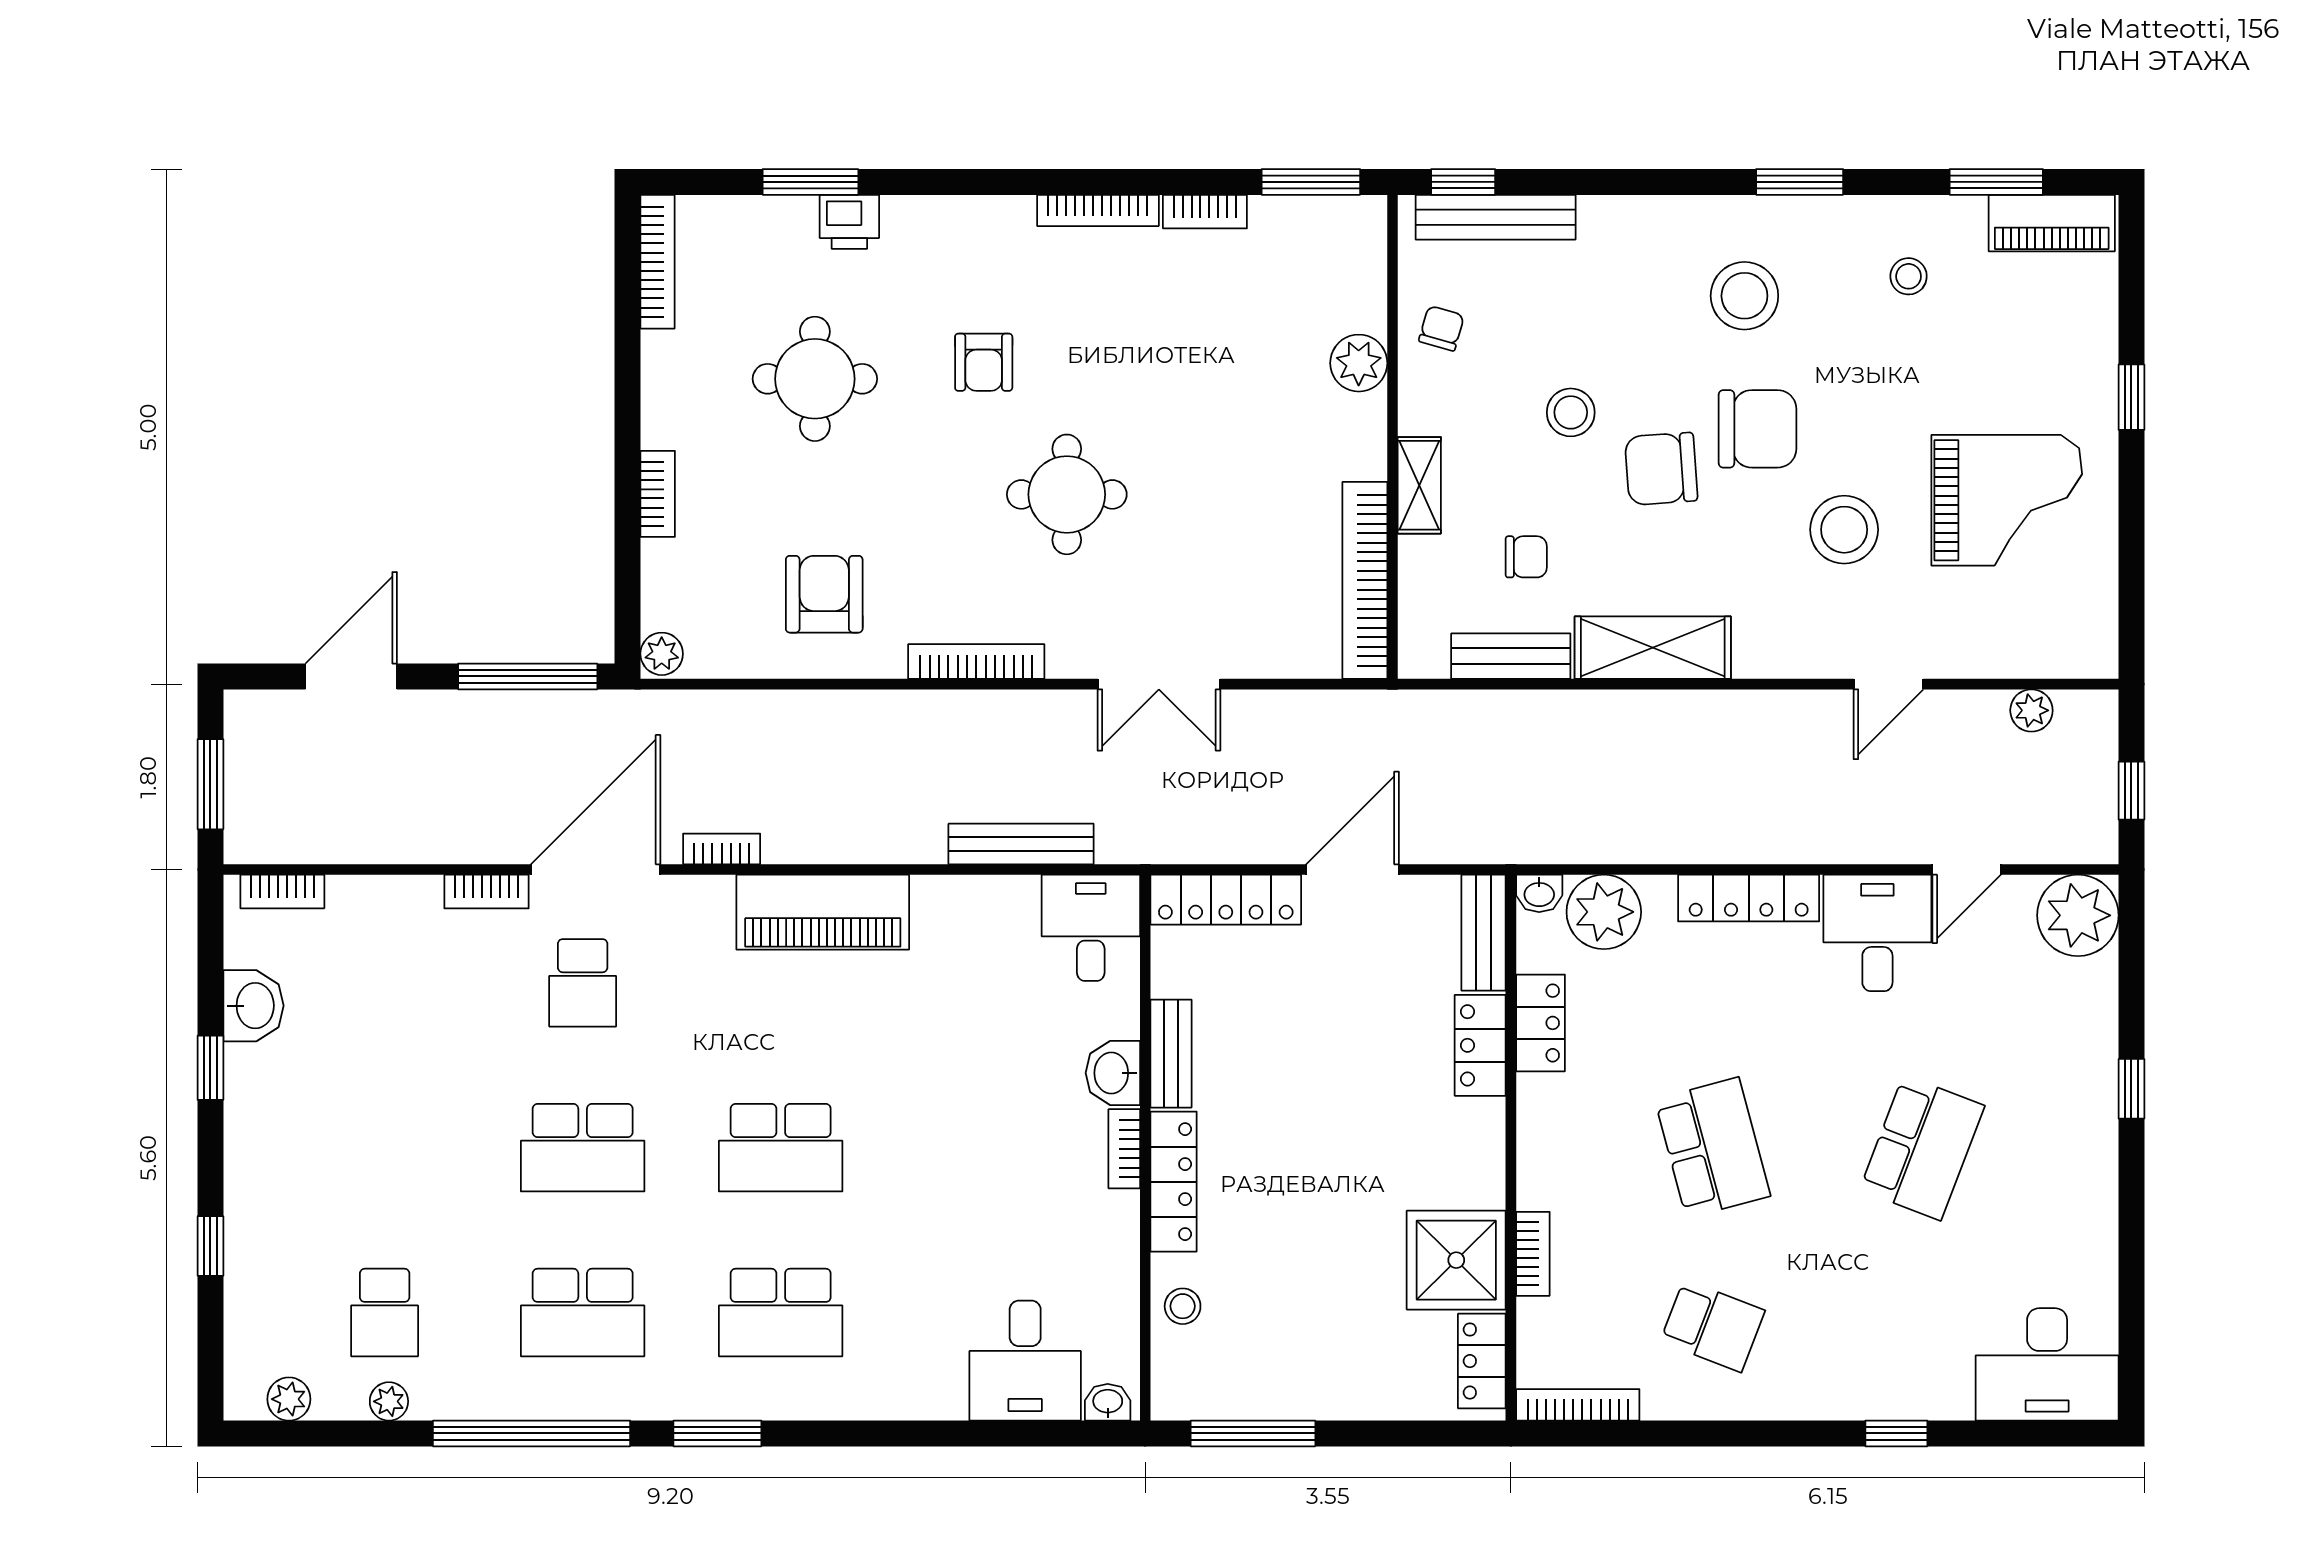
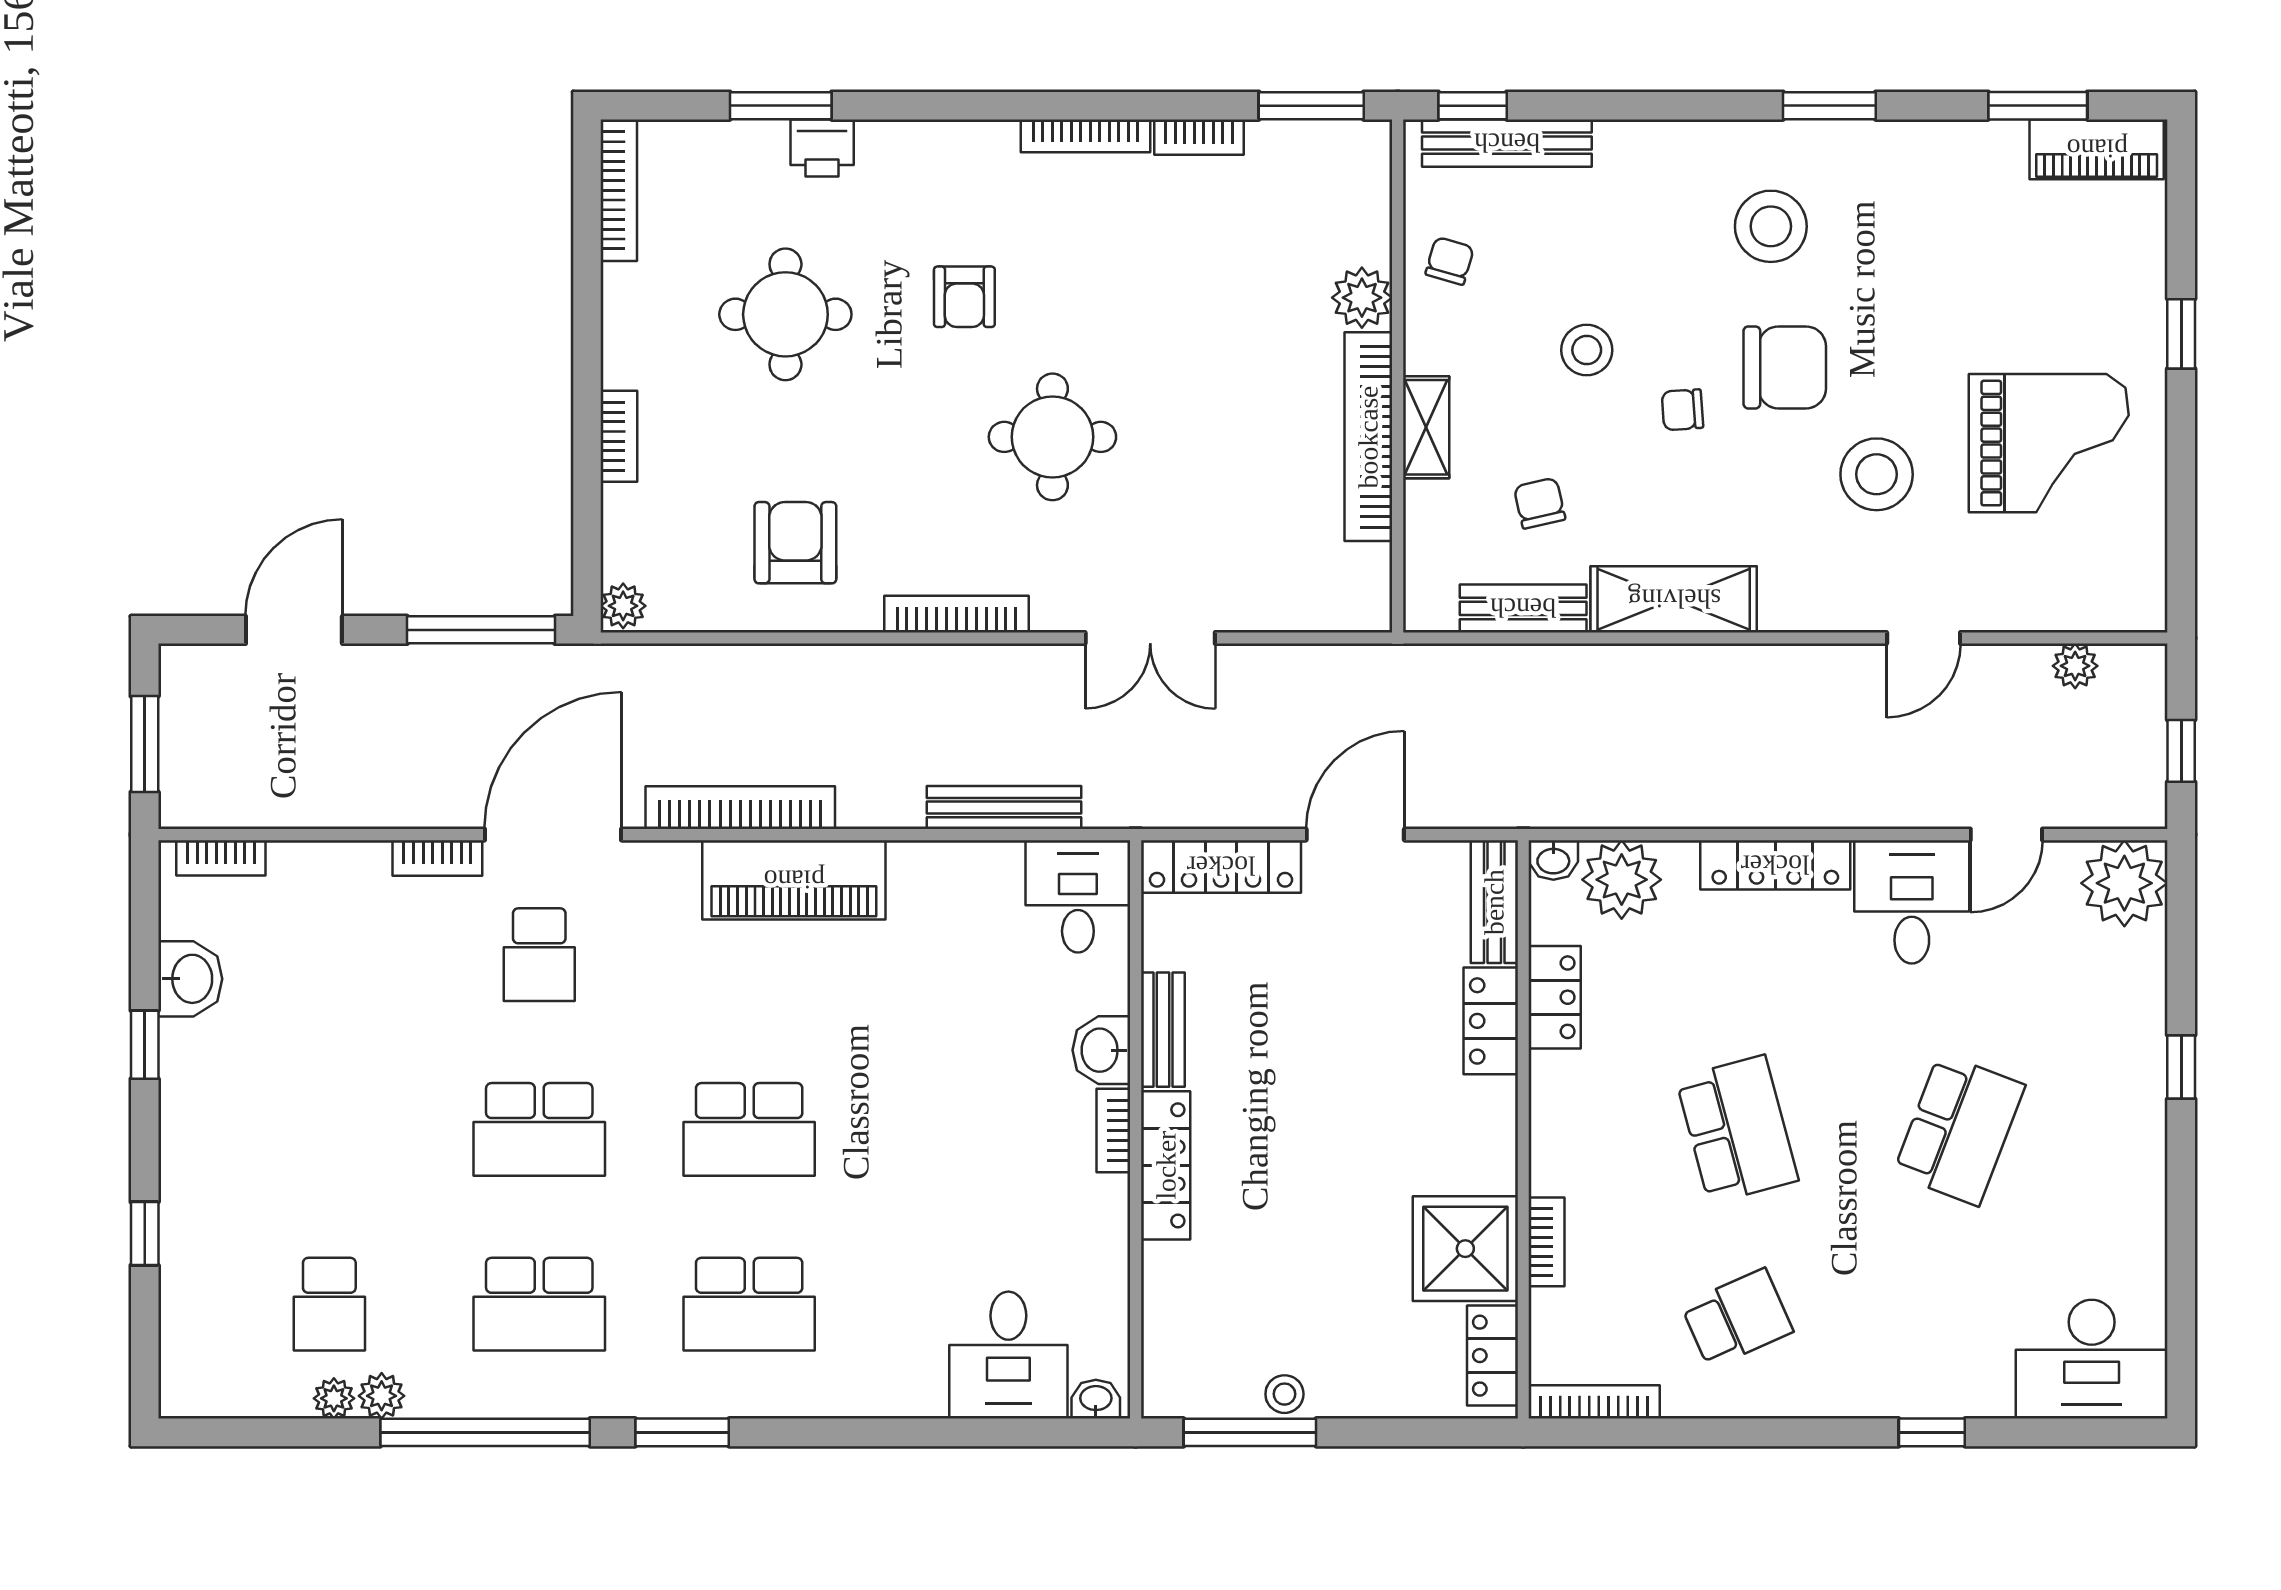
stool: (1909, 276) -> (1945, 206), removed
chair: (1661, 469) -> (1682, 410), width x0.54, depth x0.54
chair: (1526, 557) -> (1540, 503), turned -103
bookcase: (1365, 580) -> (1368, 437), moved
bookcase: (722, 849) -> (740, 808), width x2.31, depth x1.31
stool: (1183, 1306) -> (1284, 1394), moved
school desk: (1713, 1326) -> (1737, 1318), turned -45
plant: (289, 1399) -> (382, 1396), moved

